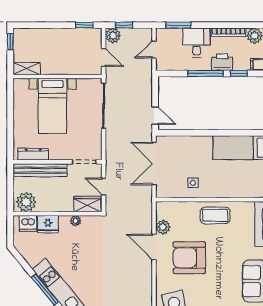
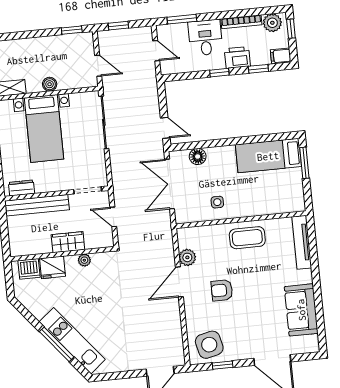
plant: (113, 36) -> (107, 39), removed
door: (154, 50) -> (156, 51), swing flipped
boiler: (61, 69) -> (50, 84), added
window: (206, 73) -> (219, 73), width x0.46
floor lamp: (180, 143) -> (198, 157), added
dresser: (33, 154) -> (22, 188), width x0.70
plant: (26, 202) -> (24, 244), removed
wardrobe: (87, 204) -> (68, 242), moved
door: (154, 247) -> (179, 282), hinge flipped
armchair: (189, 258) -> (222, 290), width x0.53, depth x0.53

